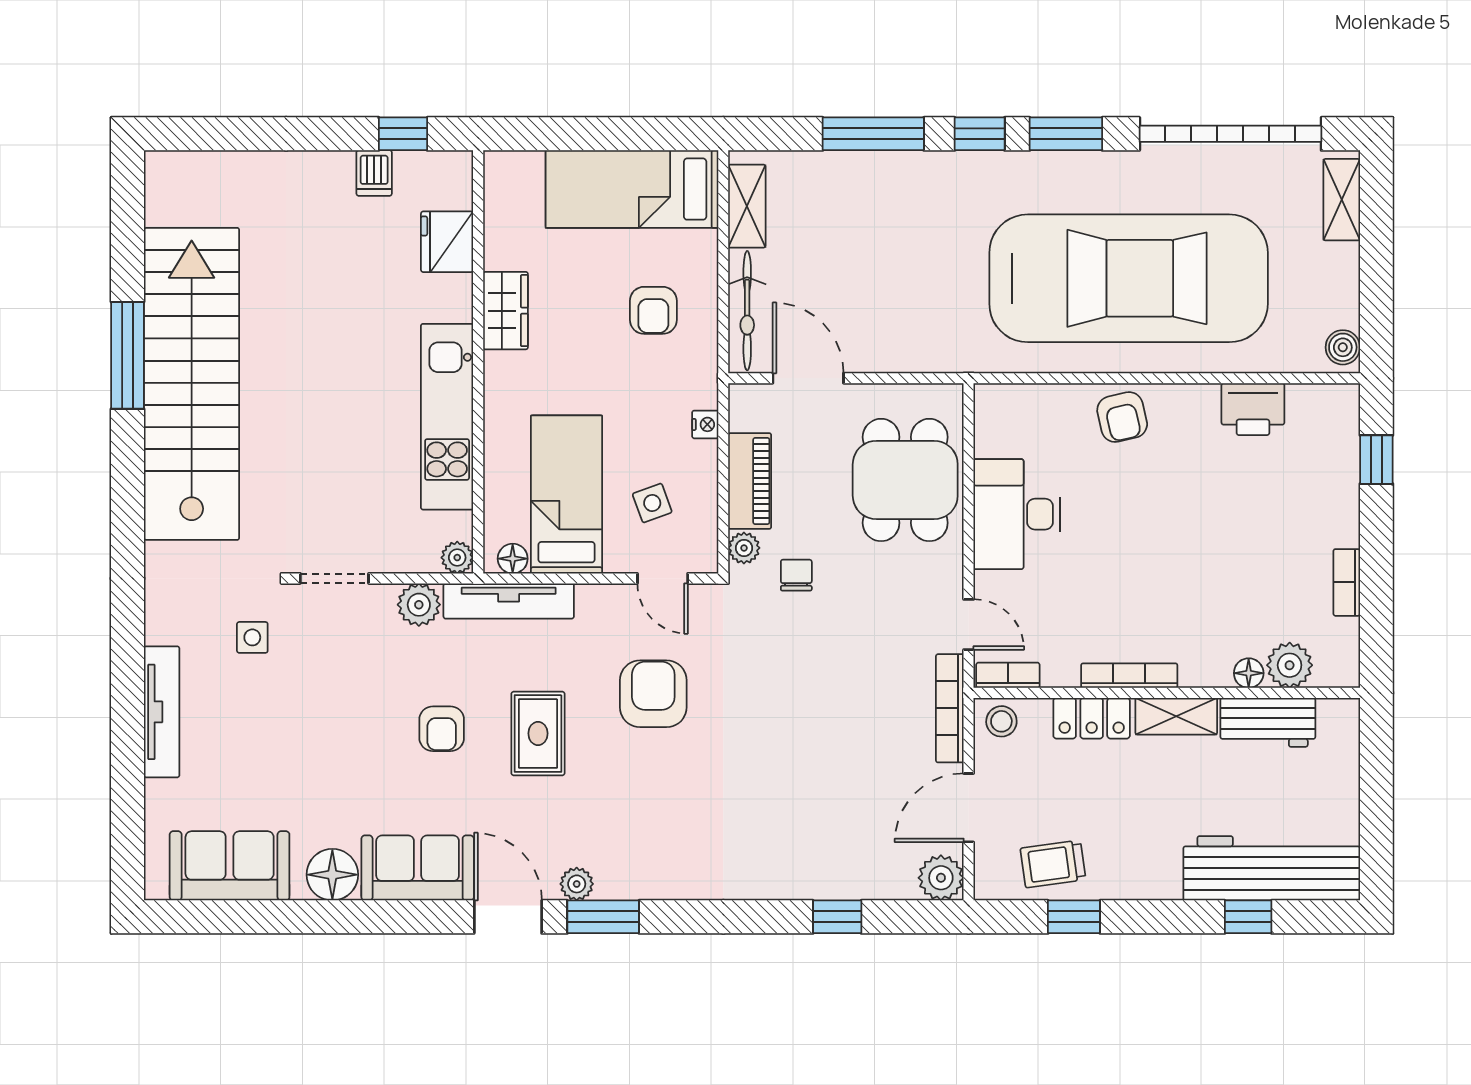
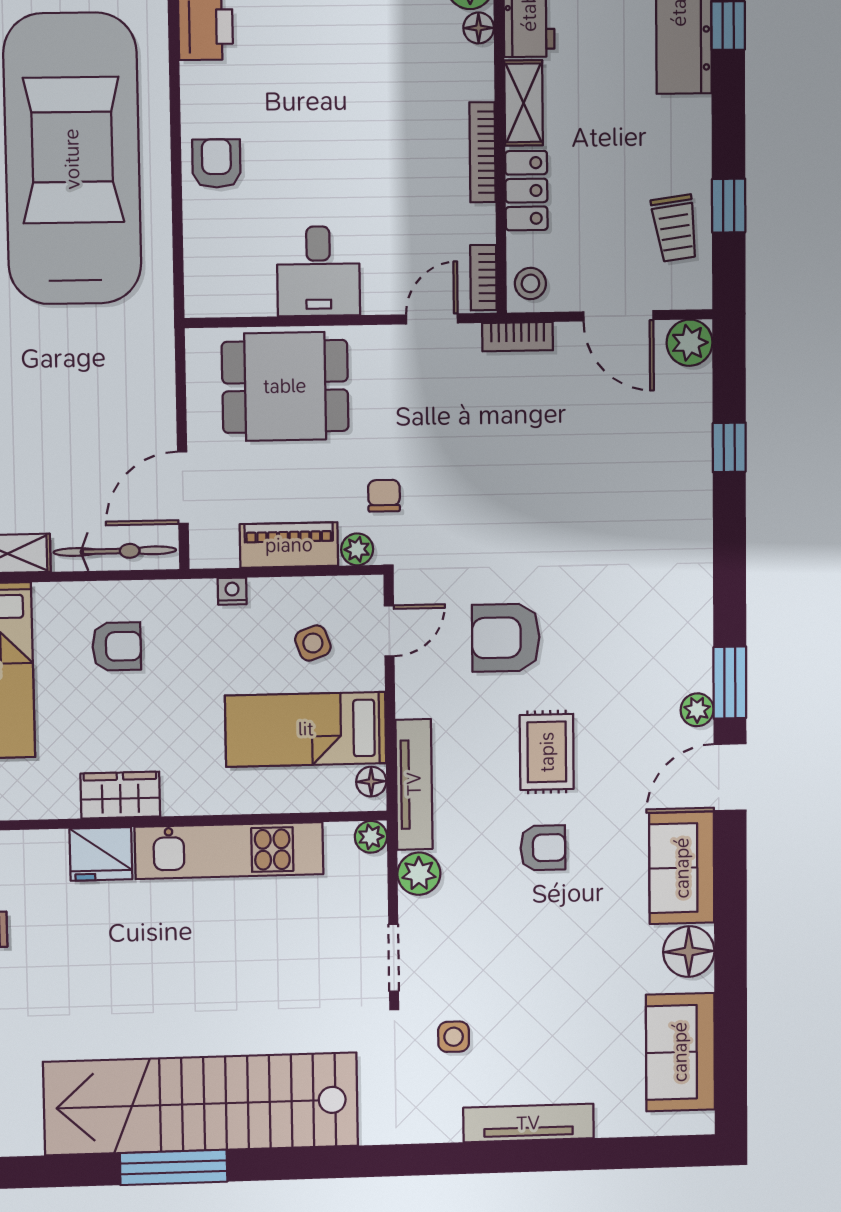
fridge: (447, 242) -> (101, 854), moved
armchair: (1122, 417) -> (216, 163), turned -77
desk: (1017, 514) -> (318, 271), width x0.73
chair: (796, 575) -> (384, 496), turned 90
bookcase: (950, 708) -> (518, 337), width x0.64
rug: (538, 733) -> (547, 752), turned 90

